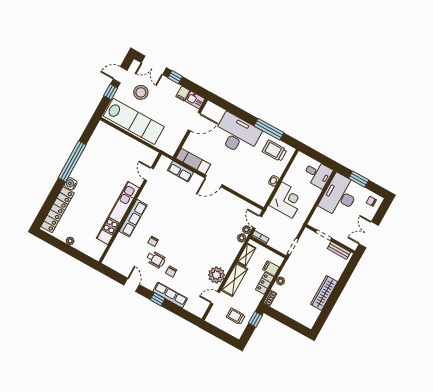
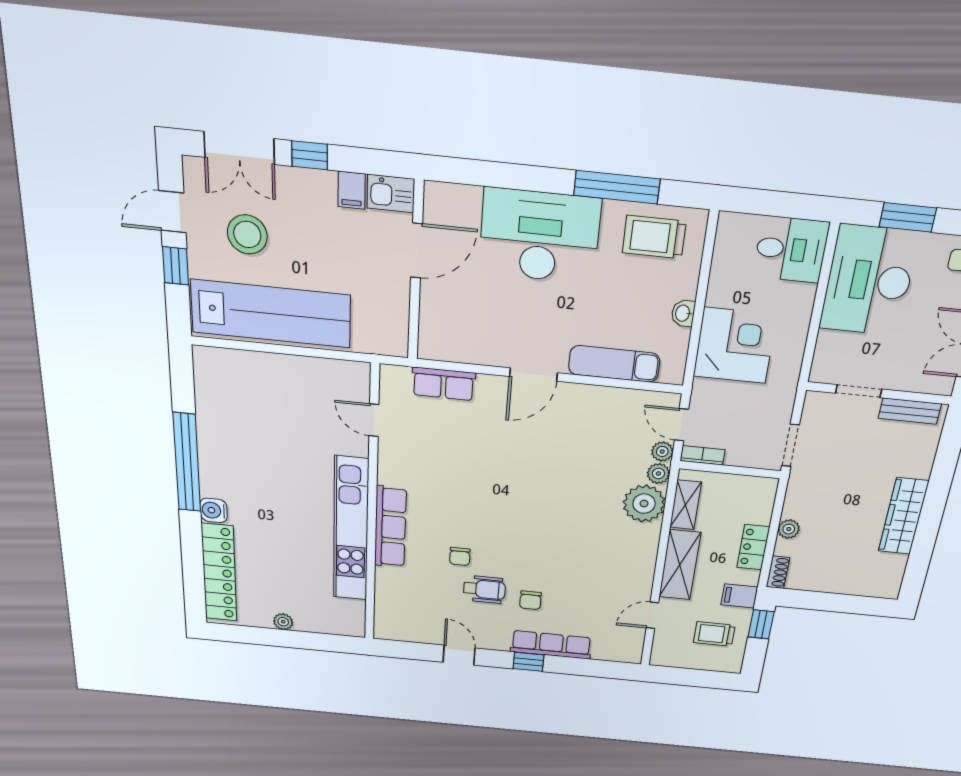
exam couch: (193, 161) -> (614, 364), moved
filing cabinet: (271, 268) -> (739, 596), moved
plant: (216, 275) -> (644, 504), moved

